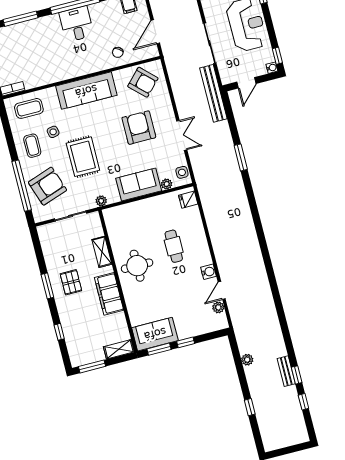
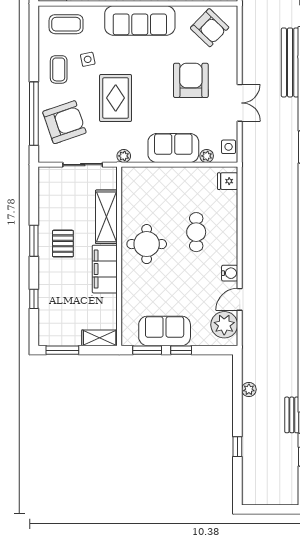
shelving: (102, 252) -> (106, 217), width x1.50, depth x1.33
plant: (218, 307) -> (224, 325), width x1.88, depth x1.88
sofa: (155, 334) -> (165, 331), moved

